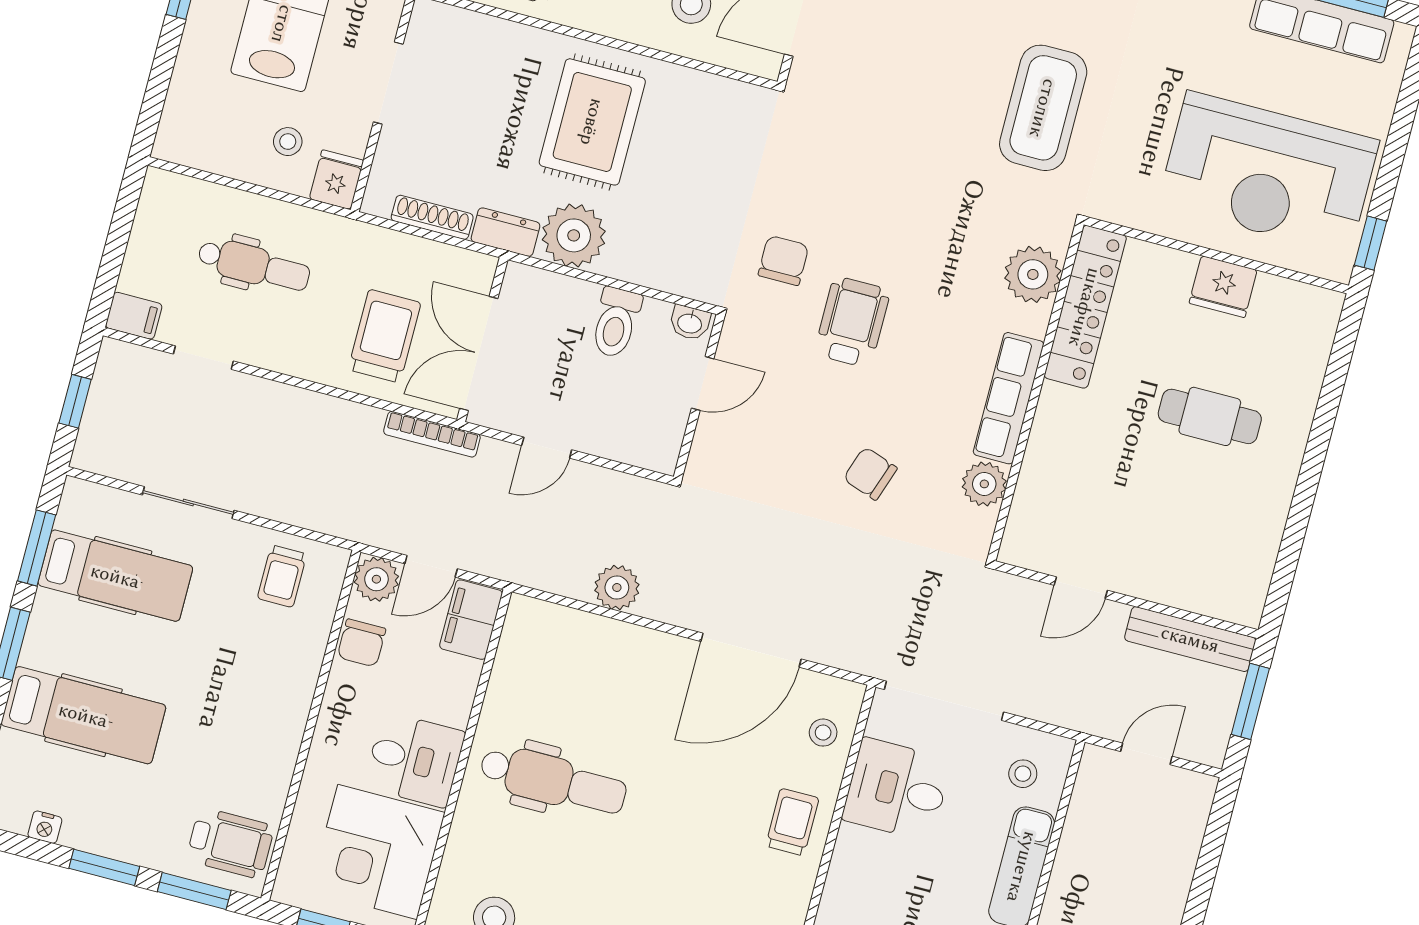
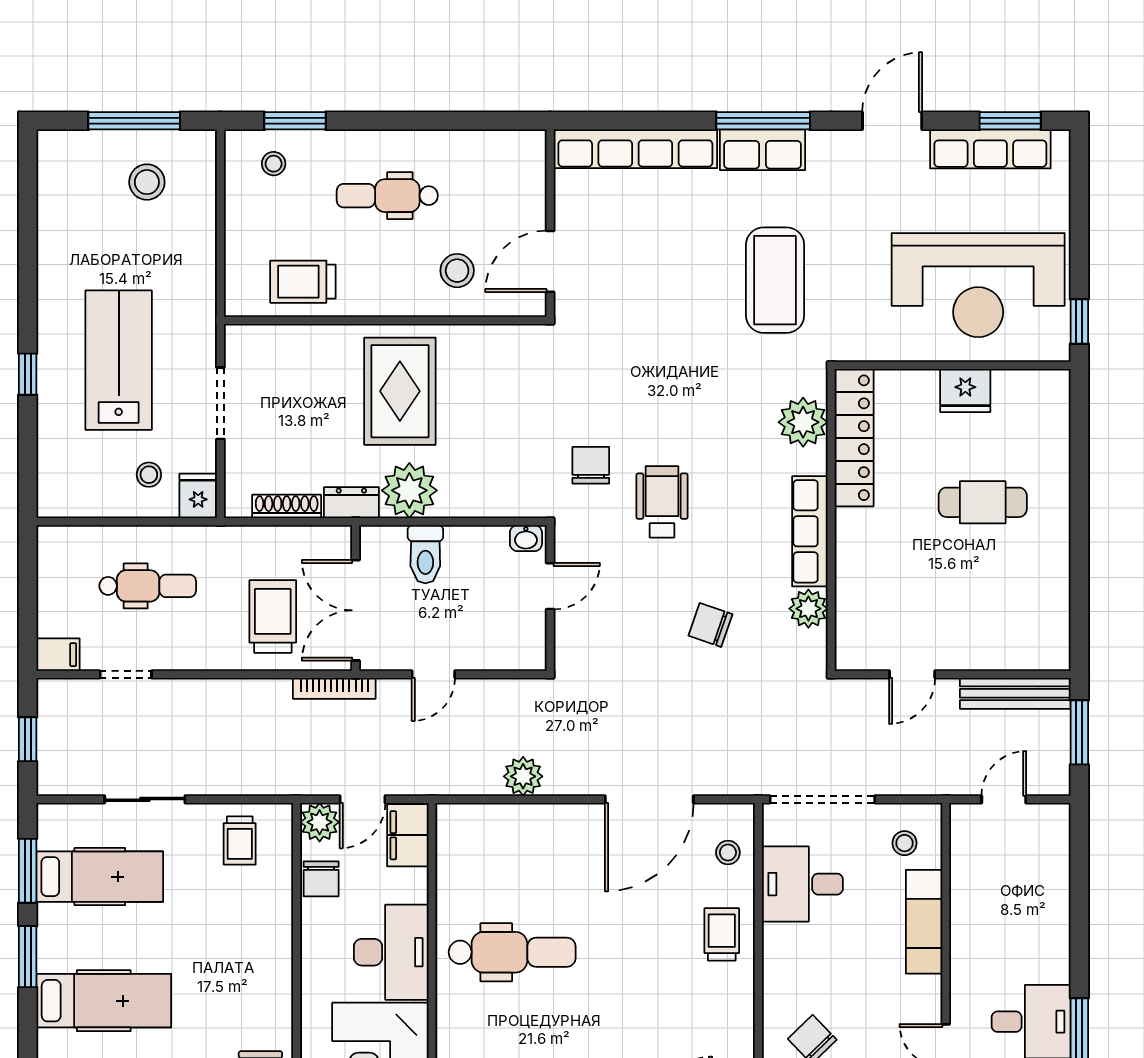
toilet: (616, 323) -> (425, 554), moved
desk: (414, 760) -> (391, 952), width x1.37

